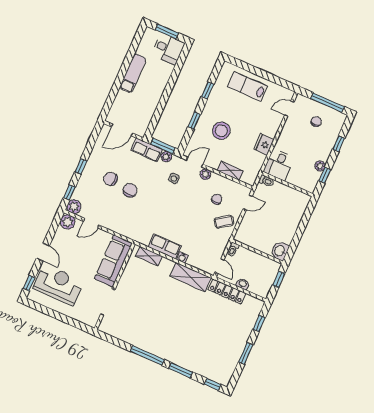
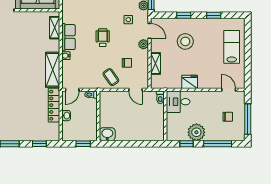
window: (339, 144) -> (218, 144), width x2.17
plant: (320, 166) -> (196, 132), width x1.87, depth x1.87
wheelchair: (181, 212) -> (103, 38), added

